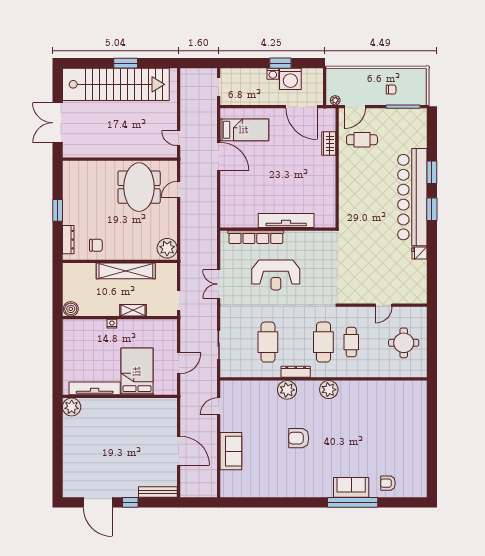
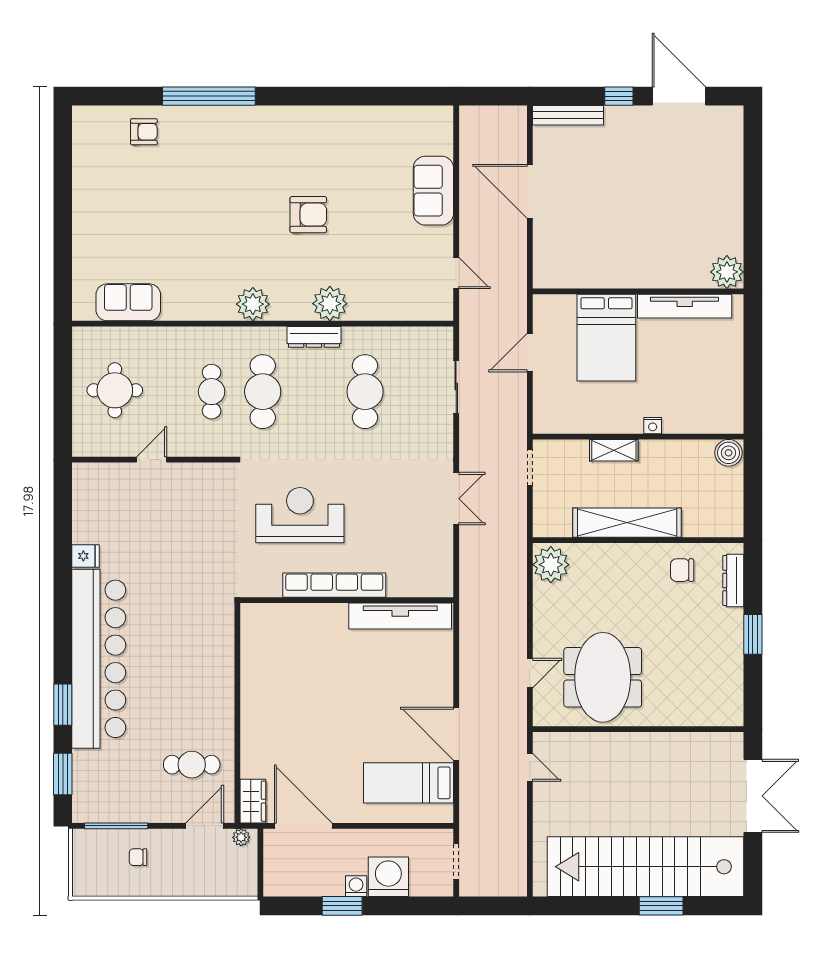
window: (126, 63) -> (661, 906), moved
washing machine: (290, 79) -> (388, 877), moved
wardrobe: (329, 143) -> (253, 801), moved
window: (432, 209) -> (63, 774), moved
tv unit: (286, 220) -> (400, 616), moved
row of seats: (256, 237) -> (334, 585), moved
reception desk: (276, 275) -> (300, 515), moved
door: (219, 406) -> (456, 273), hinge flipped
sofa: (351, 487) -> (128, 302), moved, turned 180

